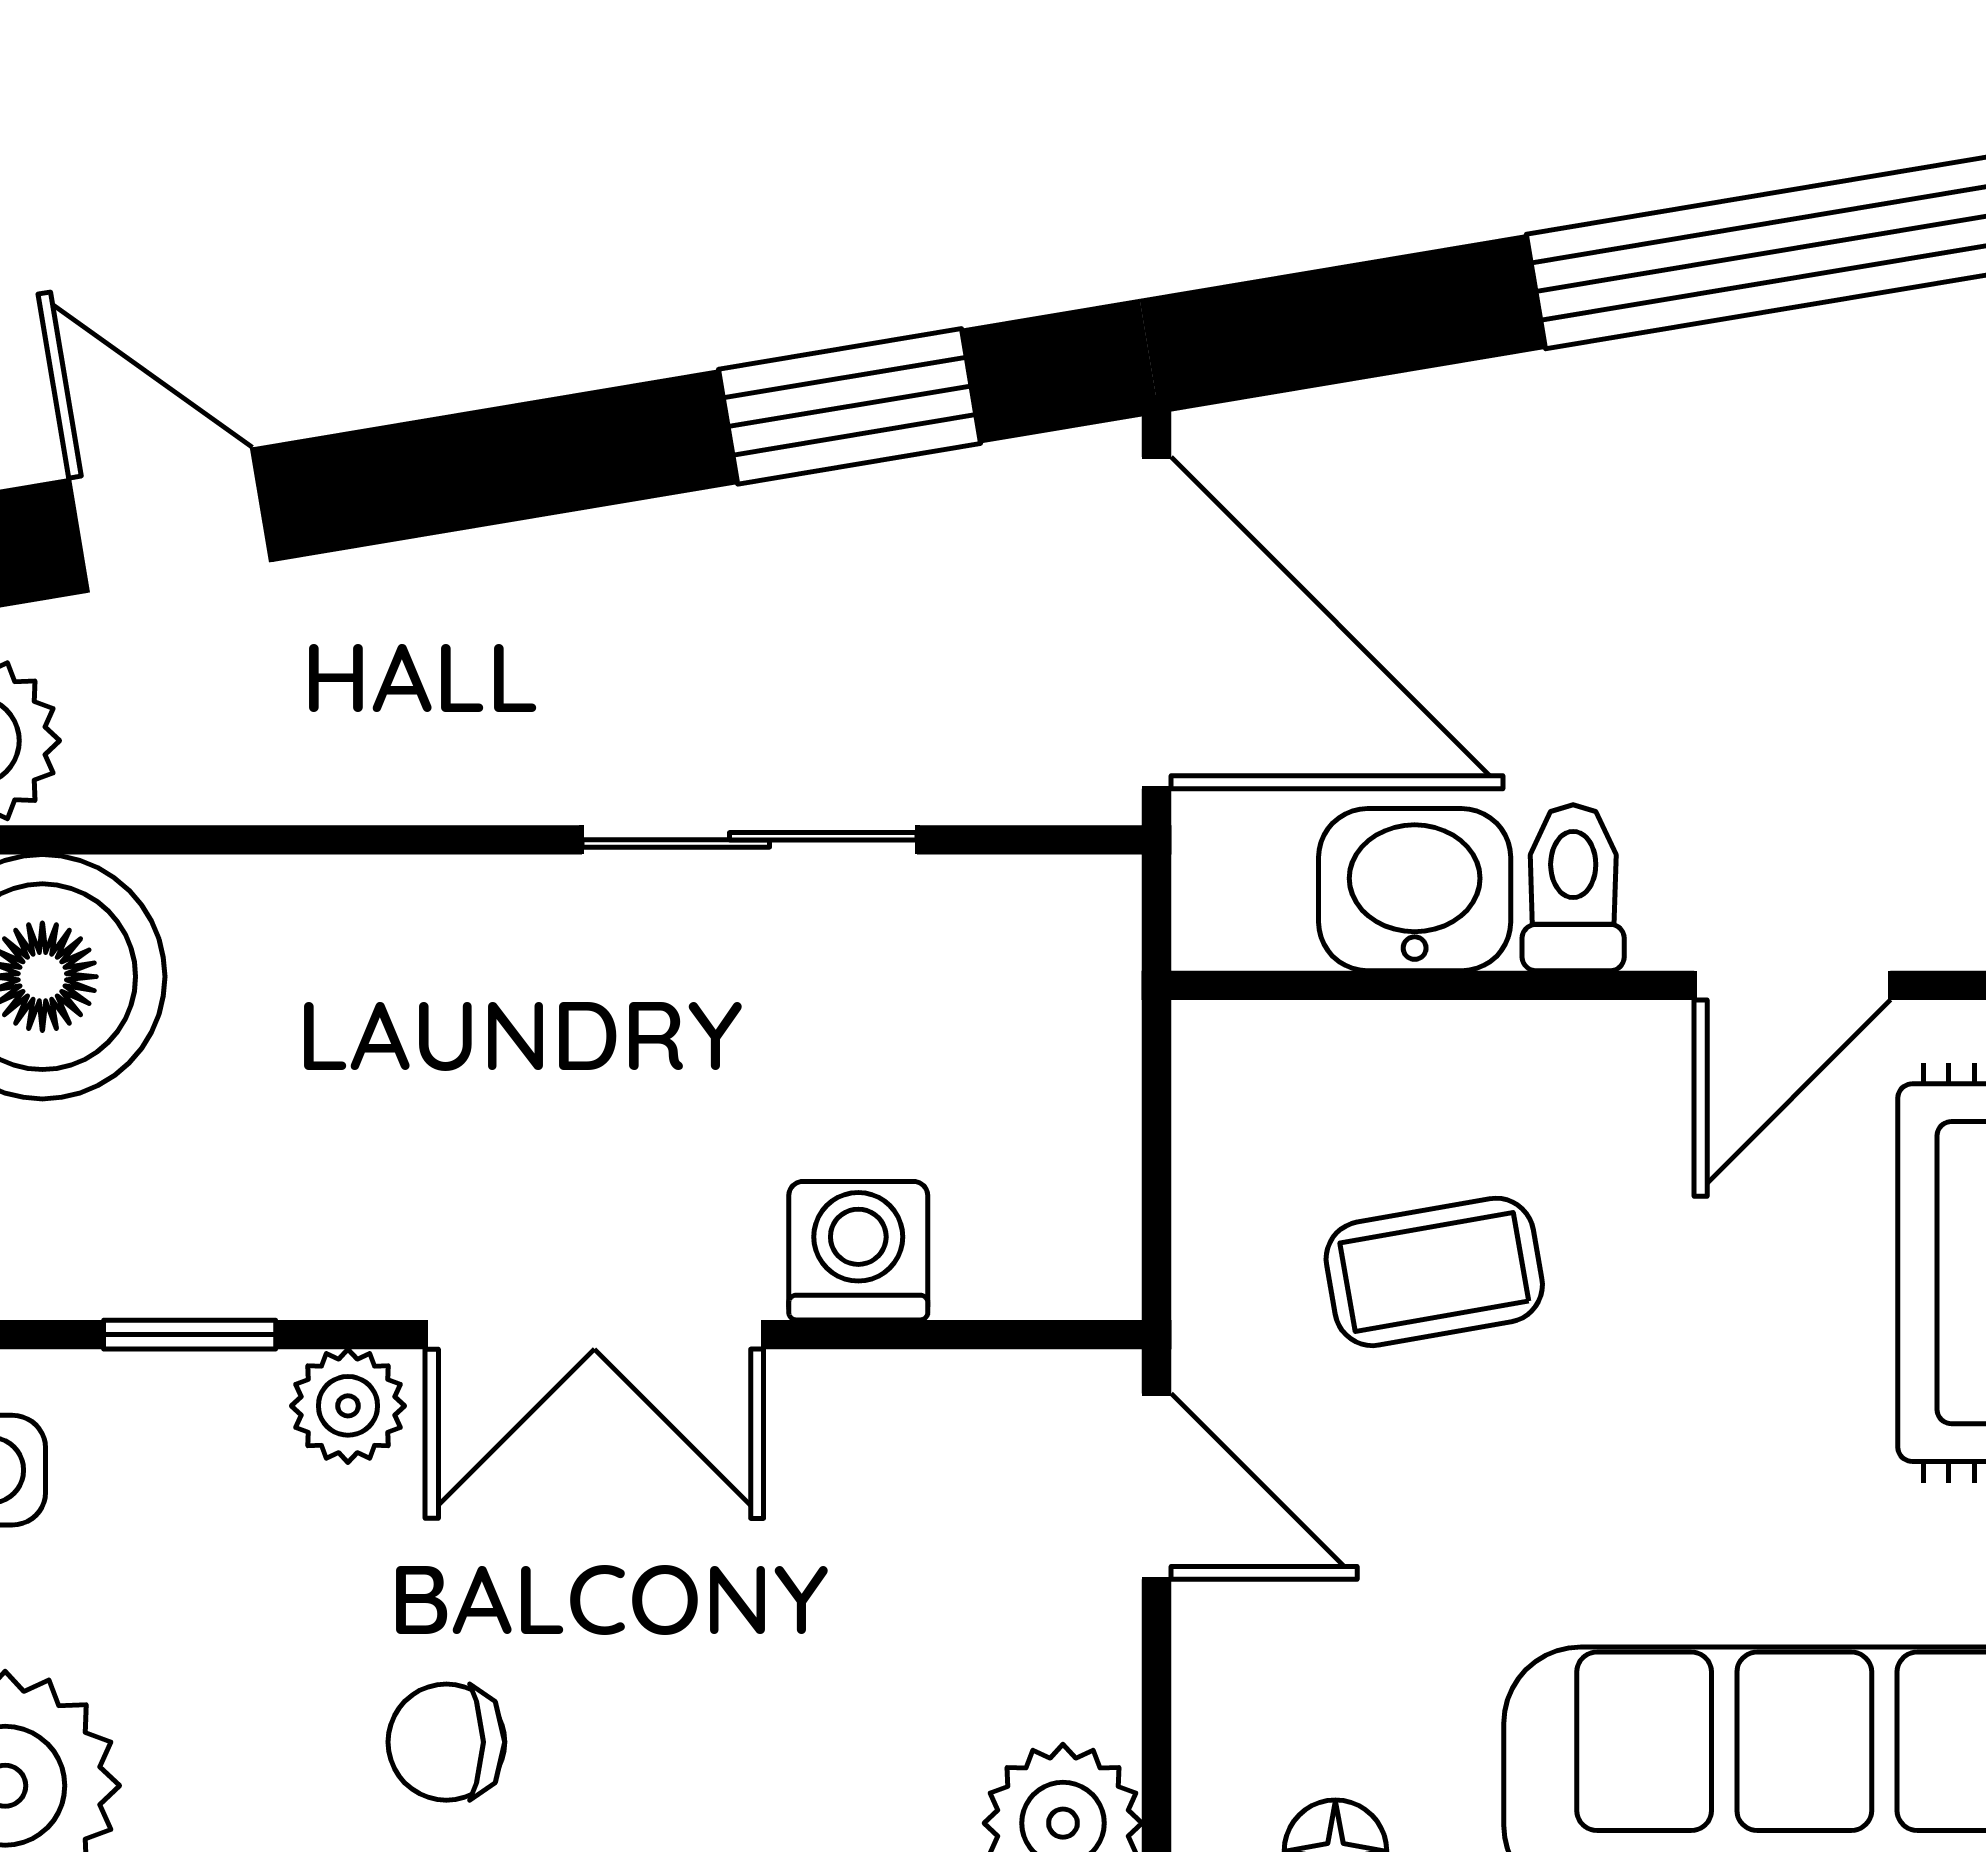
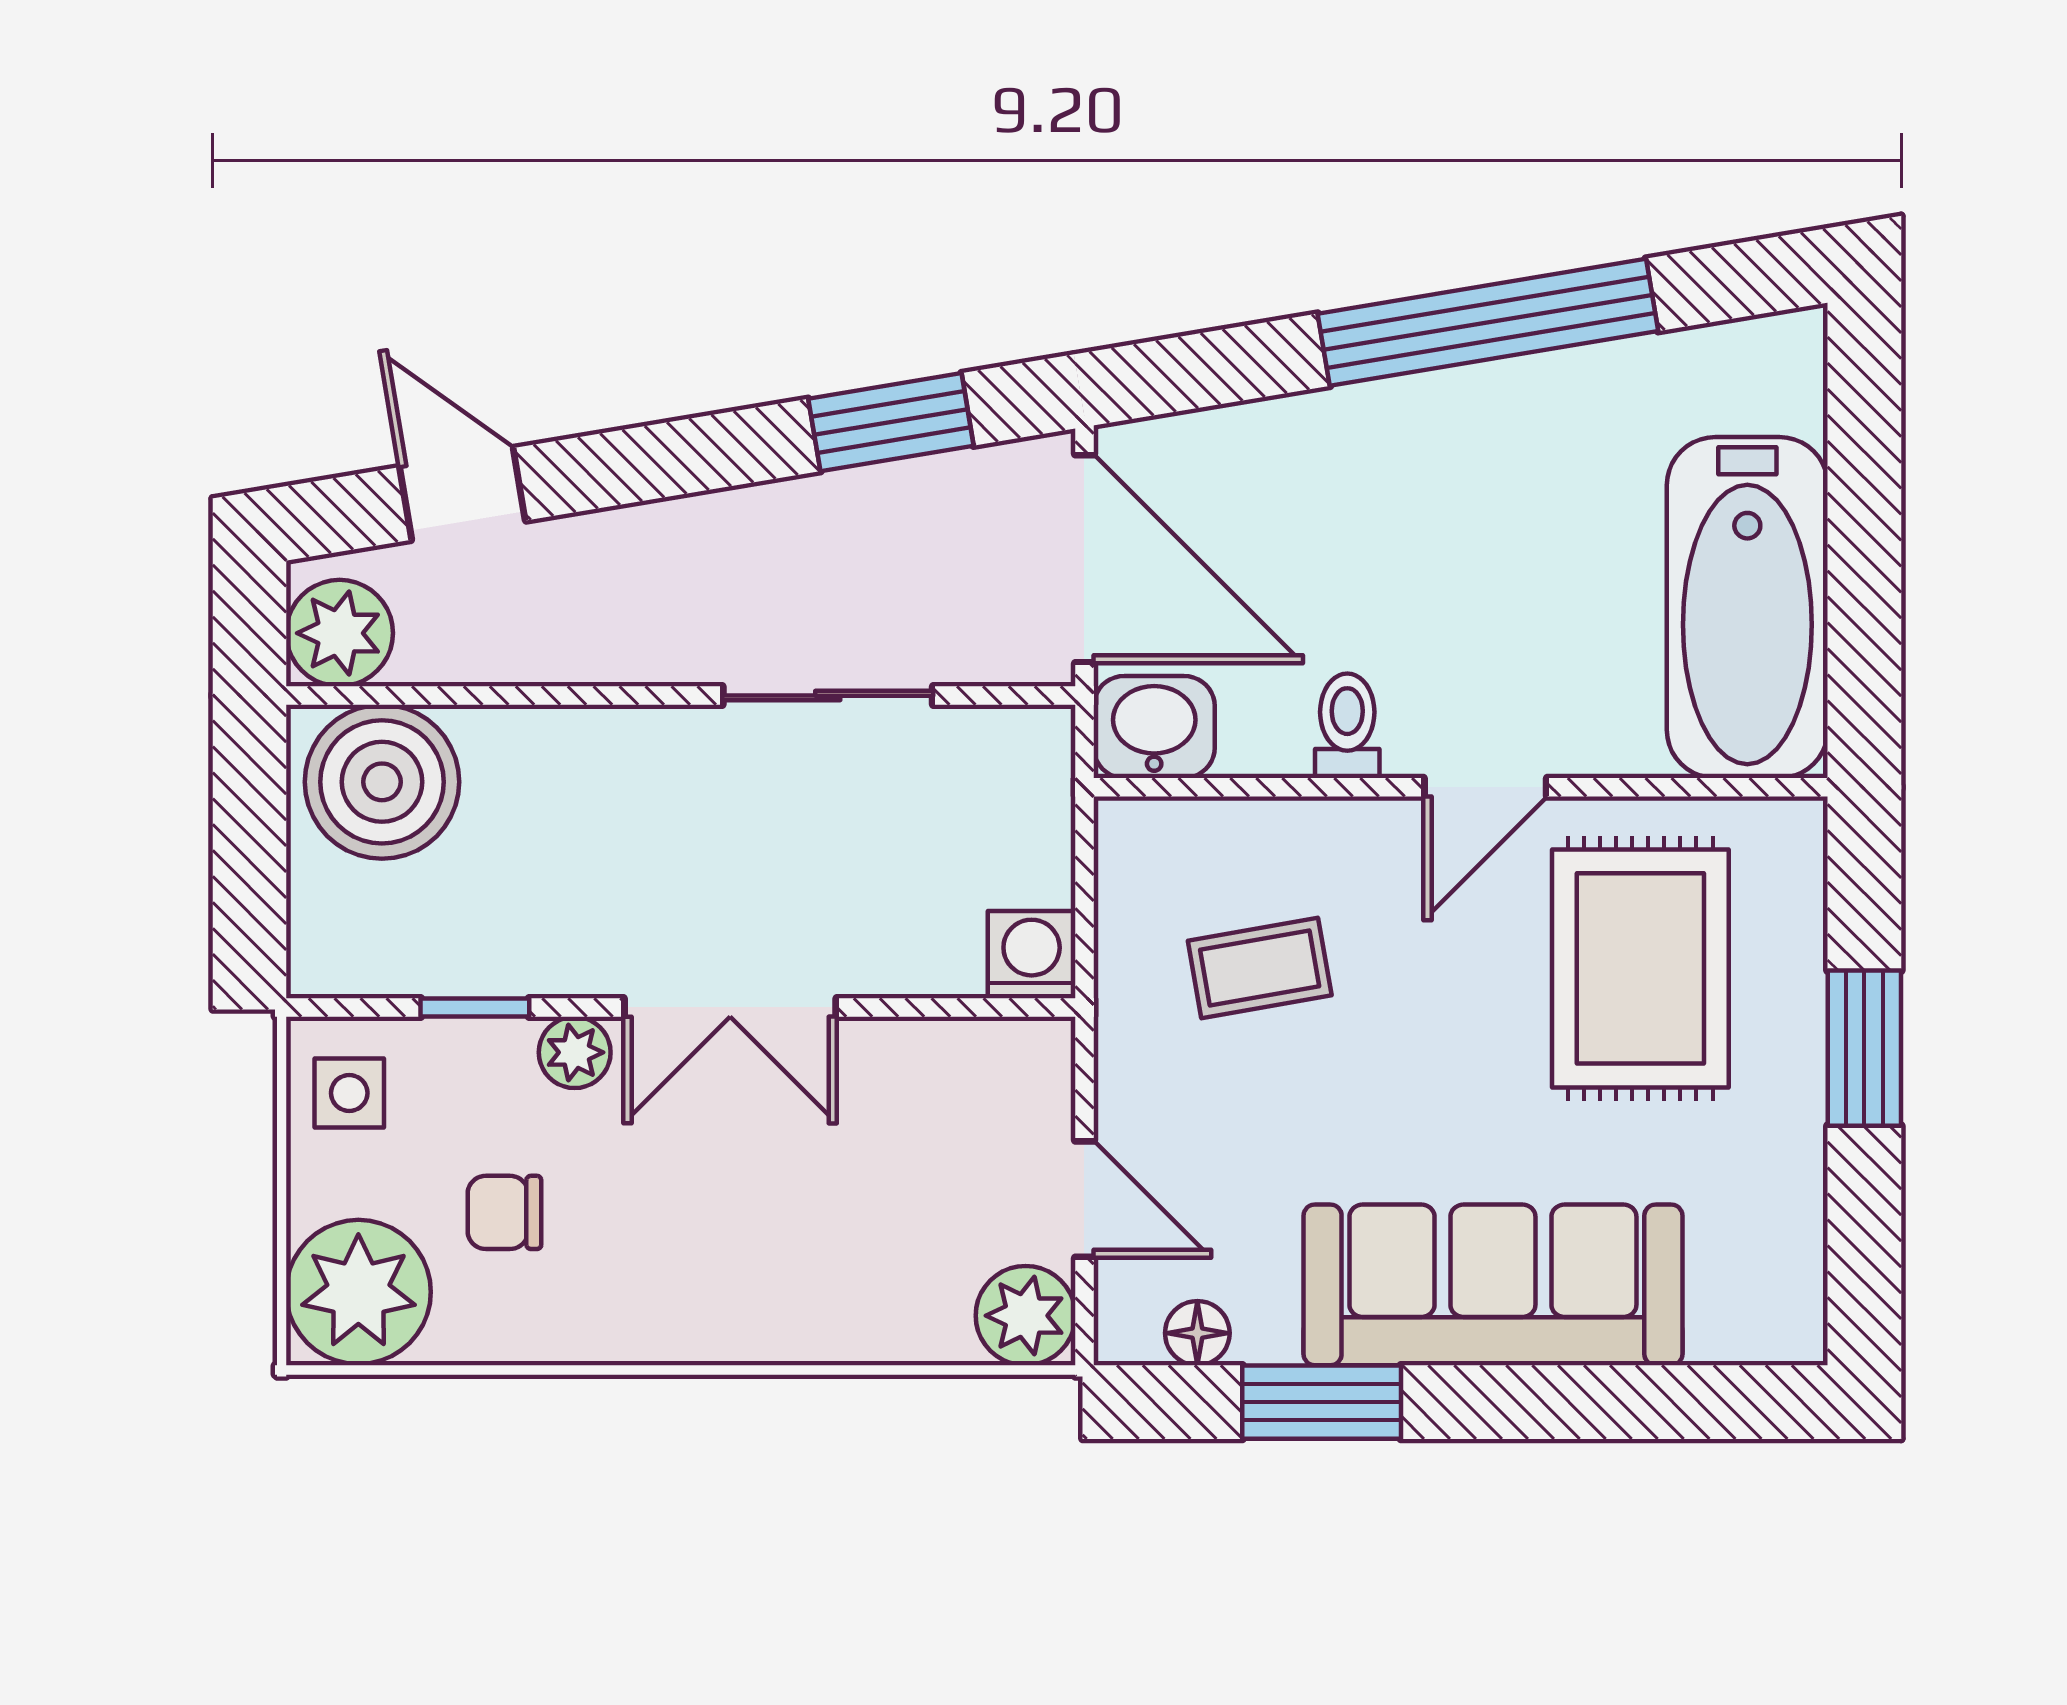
washbasin: (1415, 890) -> (1154, 727), moved
washing machine: (858, 1251) -> (1032, 955), moved
door: (1156, 1486) -> (1084, 1199), moved
chair: (446, 1742) -> (504, 1212), moved

